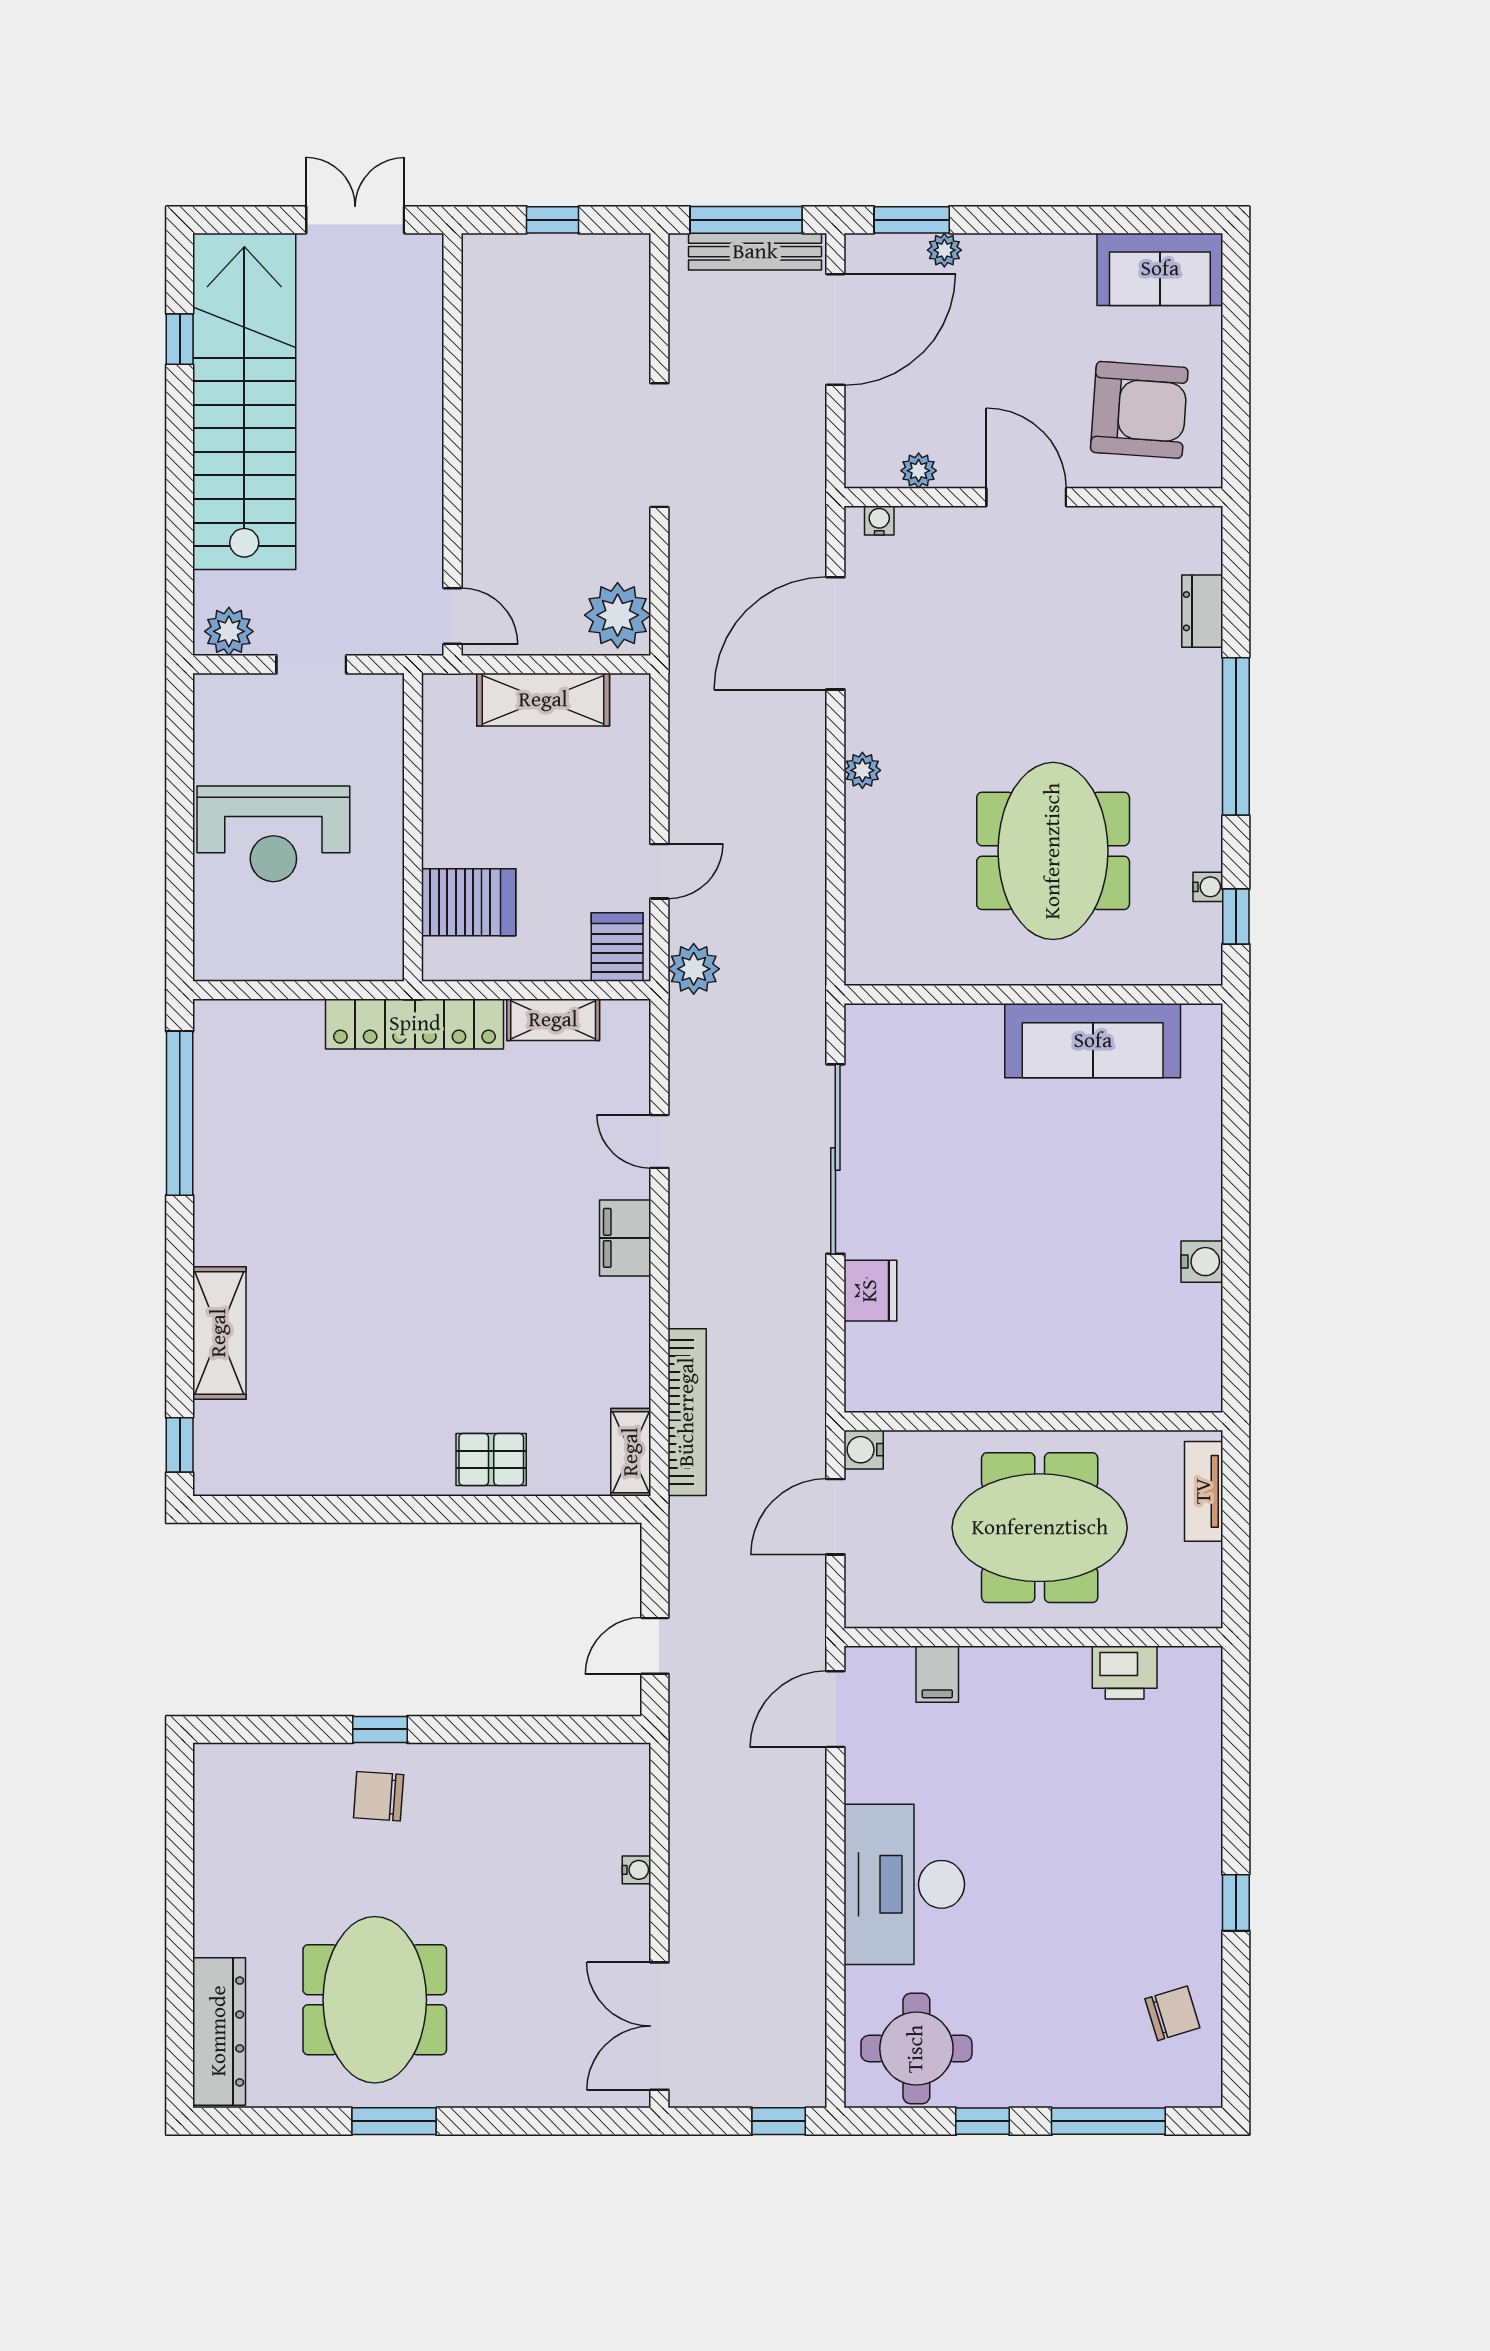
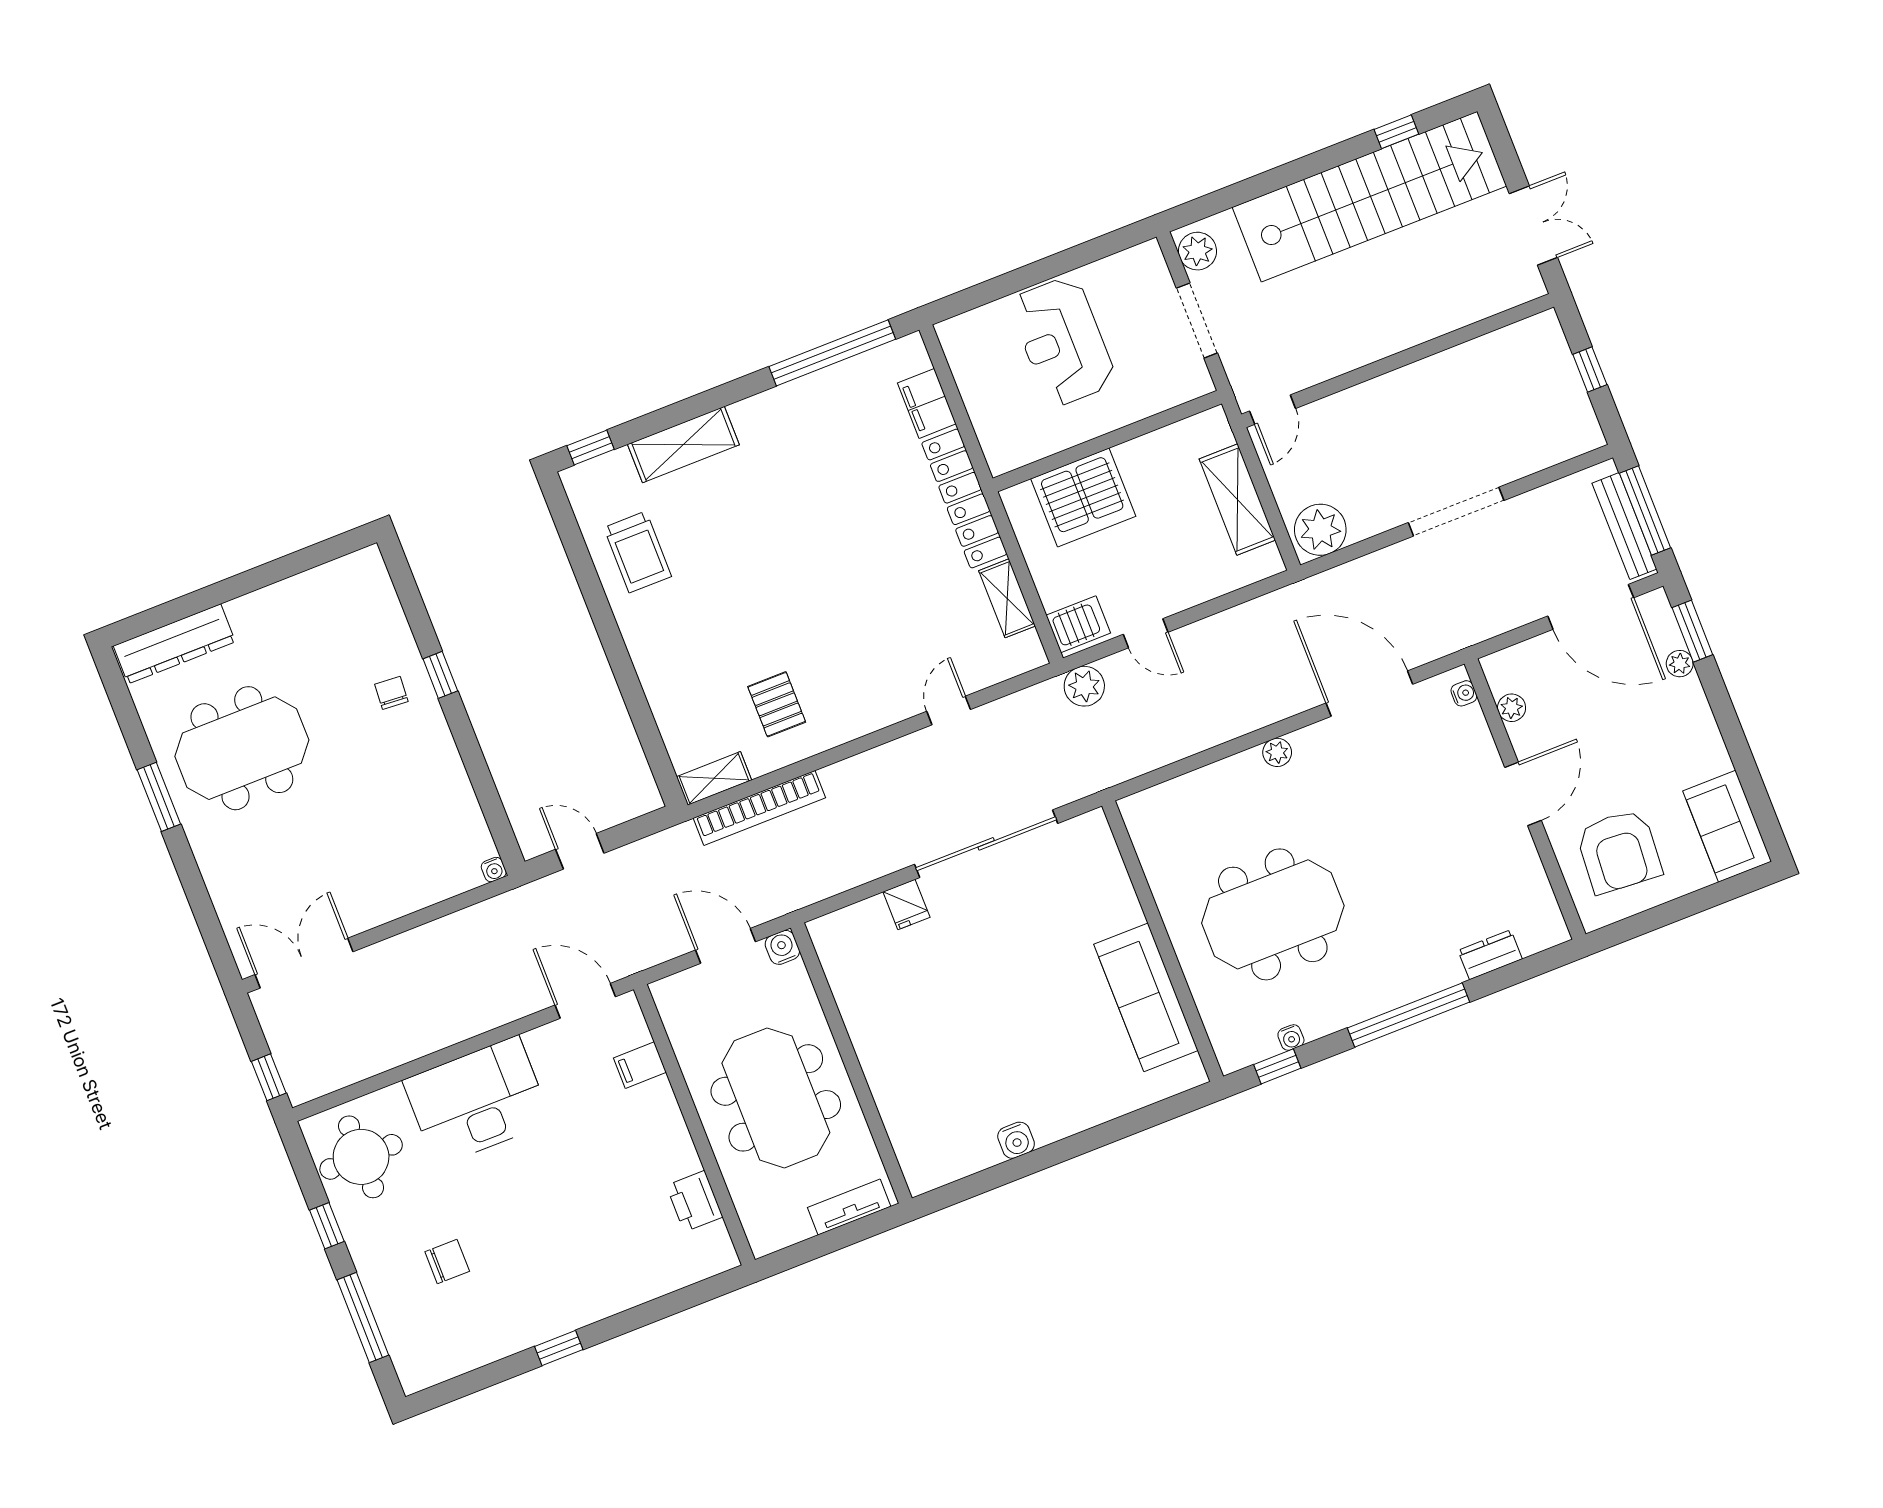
doorway: (311, 664) -> (1197, 321), width x1.38
server rack: (469, 902) -> (1083, 497), width x1.60
filing cabinet: (625, 1238) -> (927, 403), moved, turned -90
fridge: (870, 1291) -> (906, 904), width x0.72
trolley: (326, 1438) -> (638, 552), added
pallet: (491, 1460) -> (777, 704), moved
chair: (379, 1796) -> (391, 693), width x0.73, depth x0.73
water cooler: (637, 1870) -> (494, 870), moved
chair: (1172, 2013) -> (447, 1262), moved, turned -73

